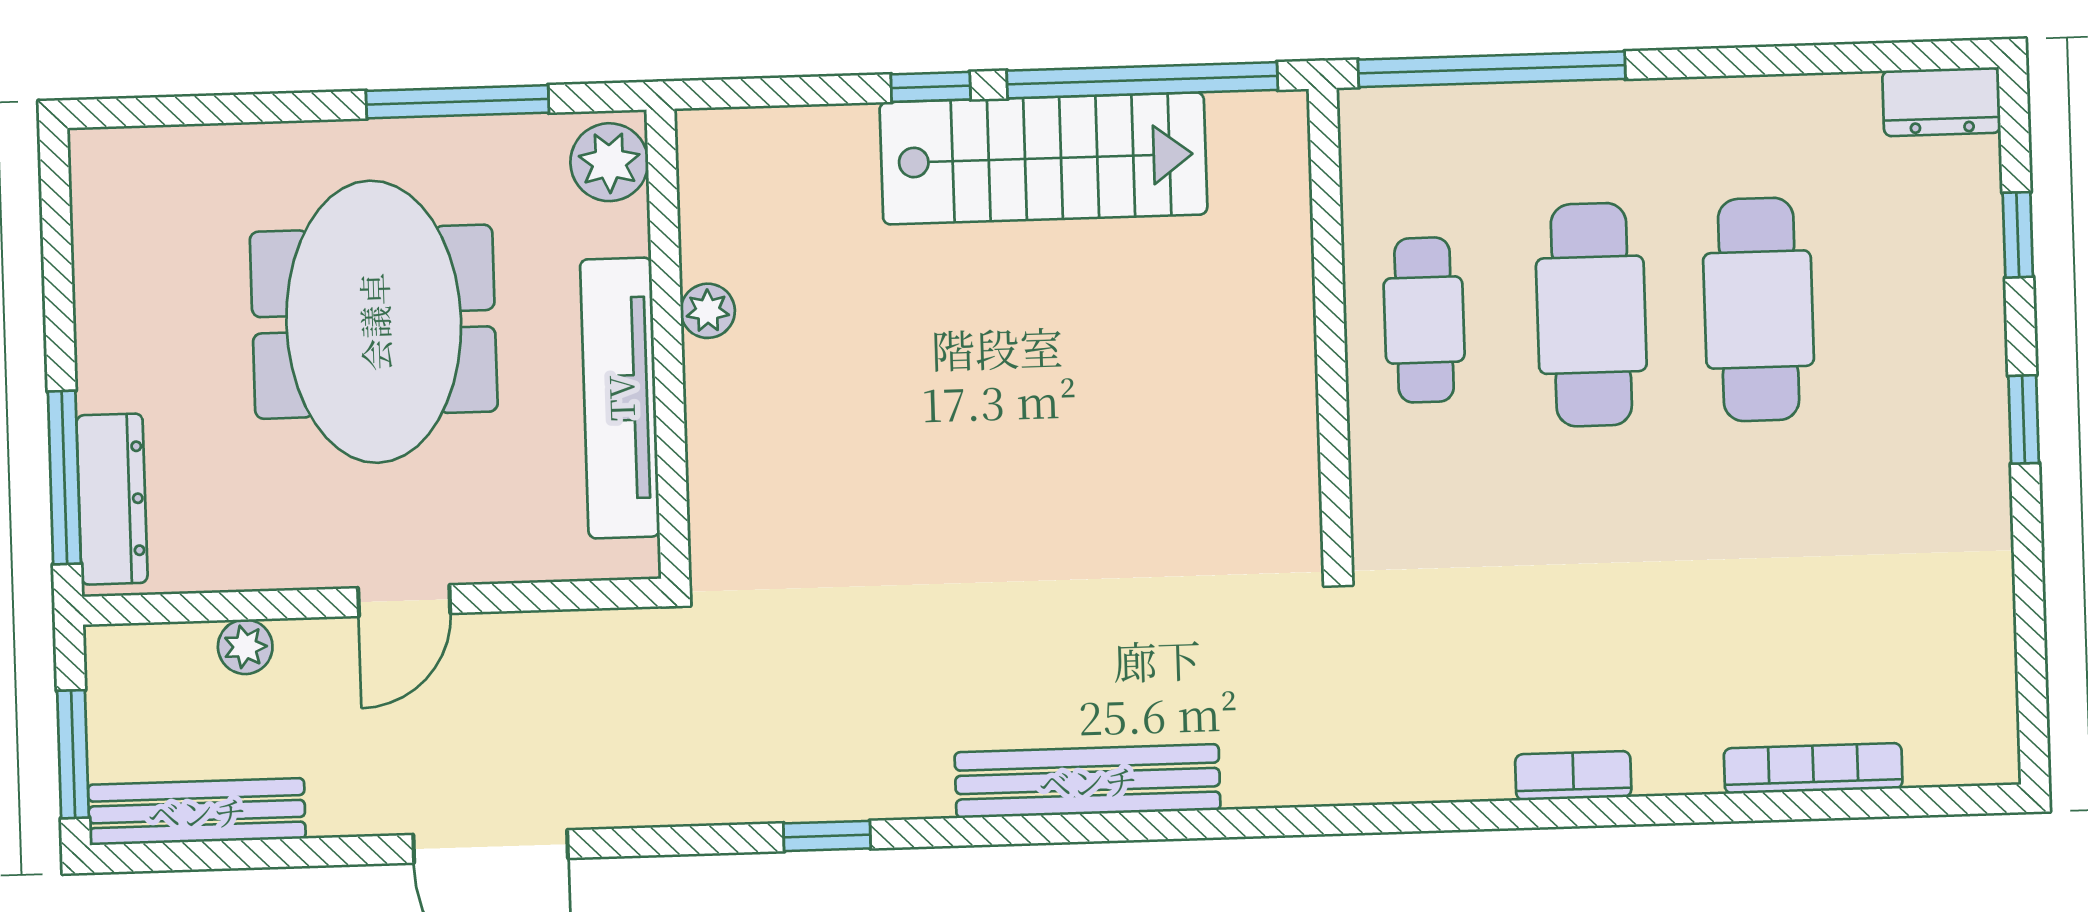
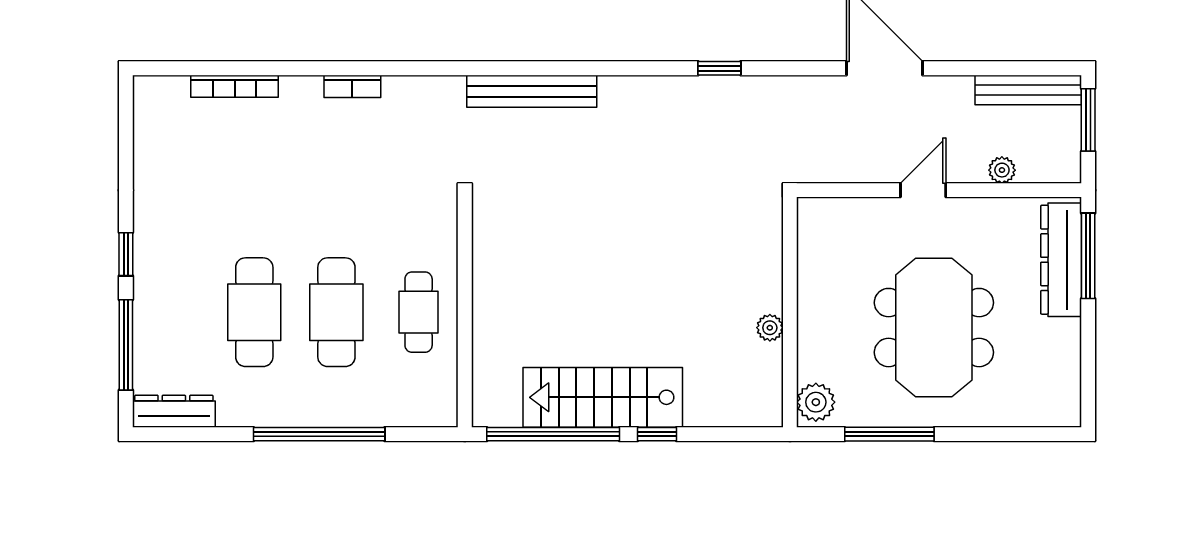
window: (1492, 69) -> (319, 434), moved
dresser: (1941, 102) -> (174, 411), width x1.44
window: (2018, 235) -> (126, 345), width x2.17
tv unit: (620, 398) -> (814, 286), removed
dresser: (112, 499) -> (1061, 260), width x1.37, depth x1.24
bench: (1088, 781) -> (532, 91), moved

